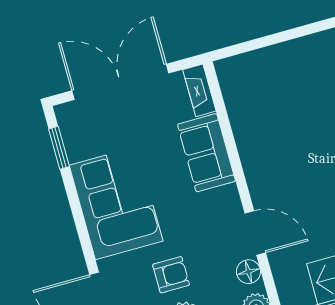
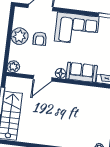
floor lamp: (248, 272) -> (61, 73), moved

